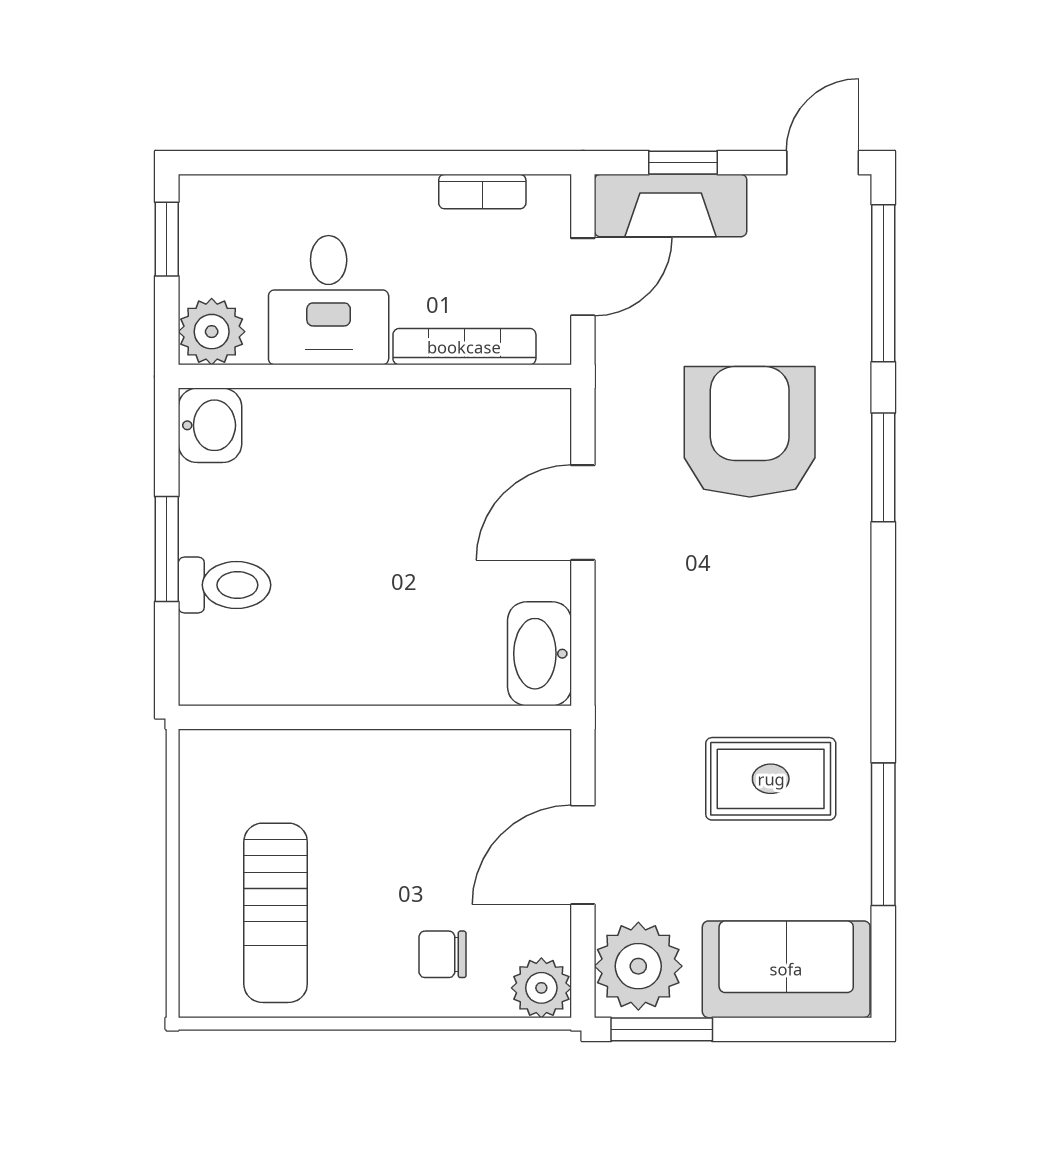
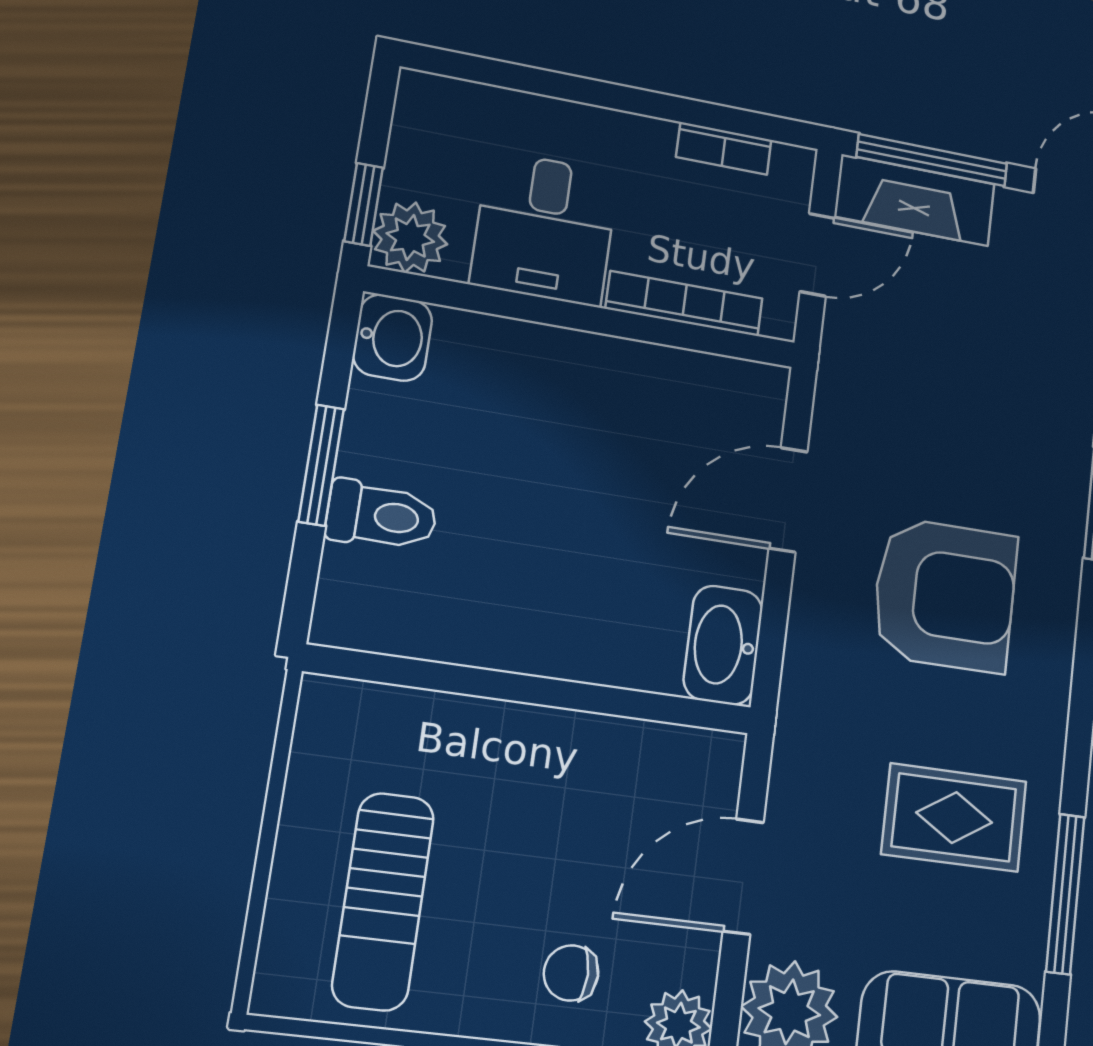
window: (683, 163) -> (932, 160), width x2.17
window: (167, 239) -> (364, 204), moved
armchair: (750, 432) -> (945, 595), moved, turned 90

